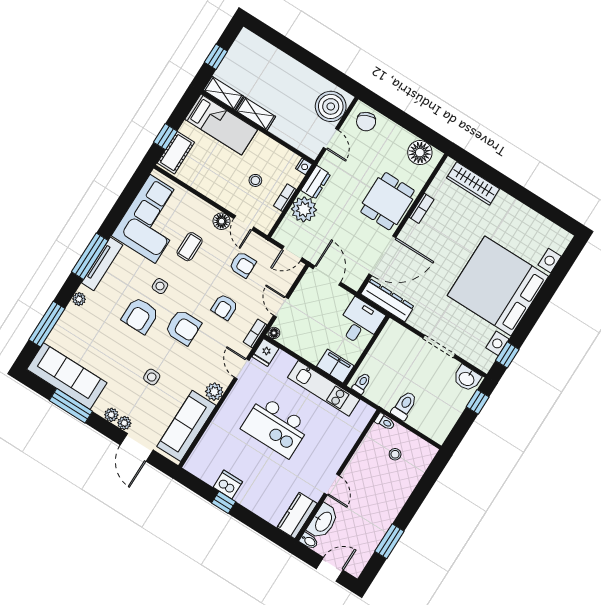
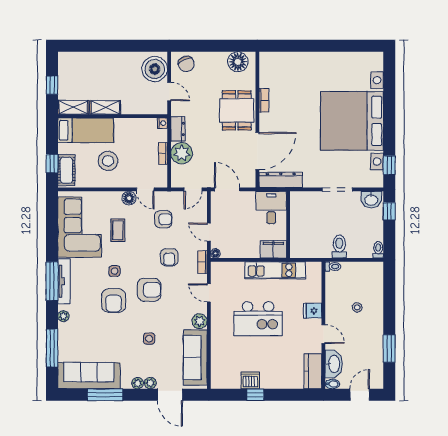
stool: (255, 180) -> (108, 161), moved, width x1.89, depth x1.89
wardrobe: (473, 183) -> (289, 60), removed
fridge: (266, 352) -> (313, 311), moved, turned 90
toilet: (362, 383) -> (378, 250), moved
stool: (395, 454) -> (357, 307), moved

